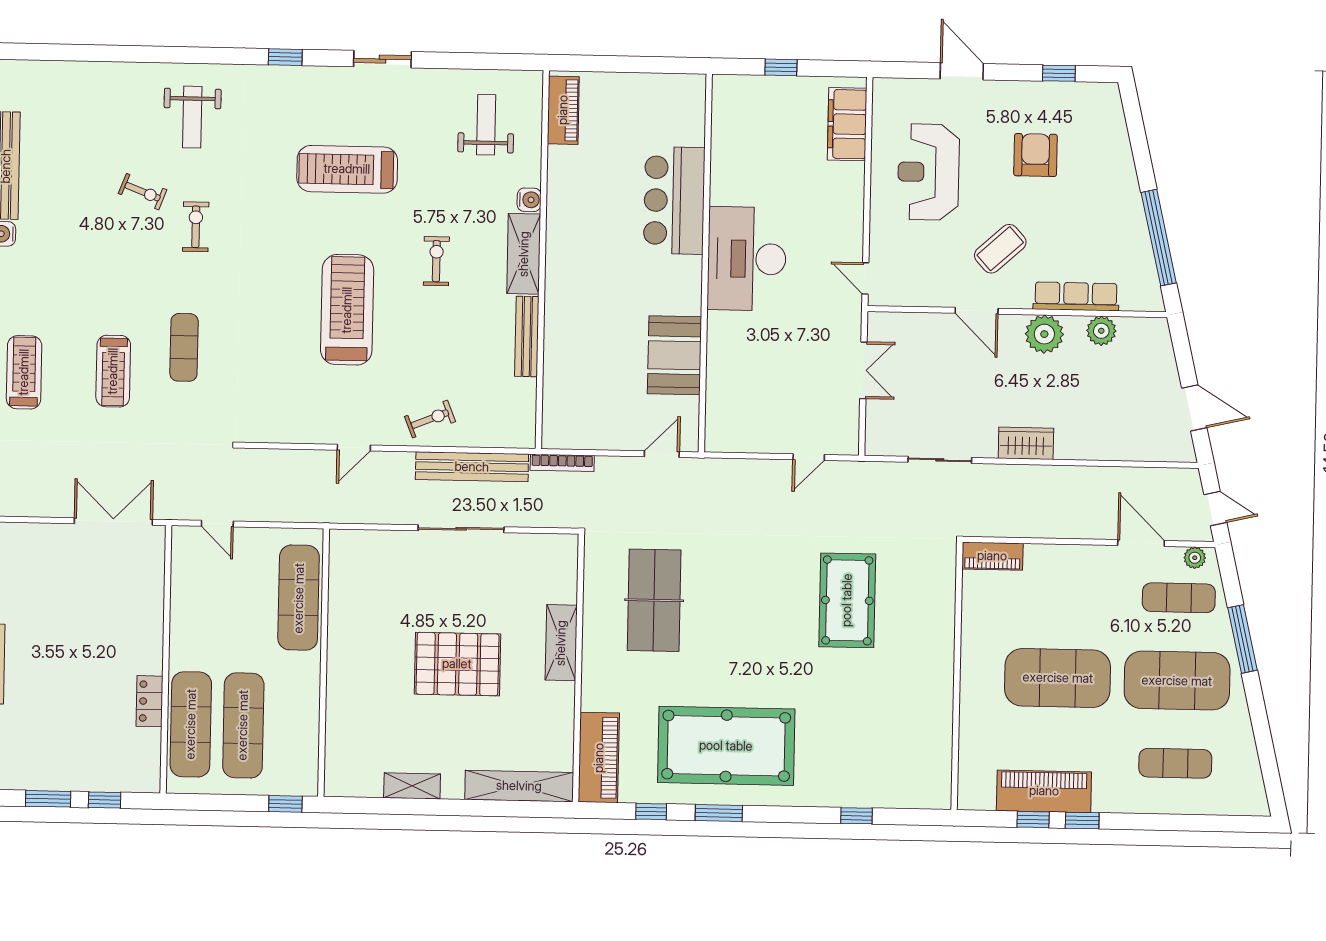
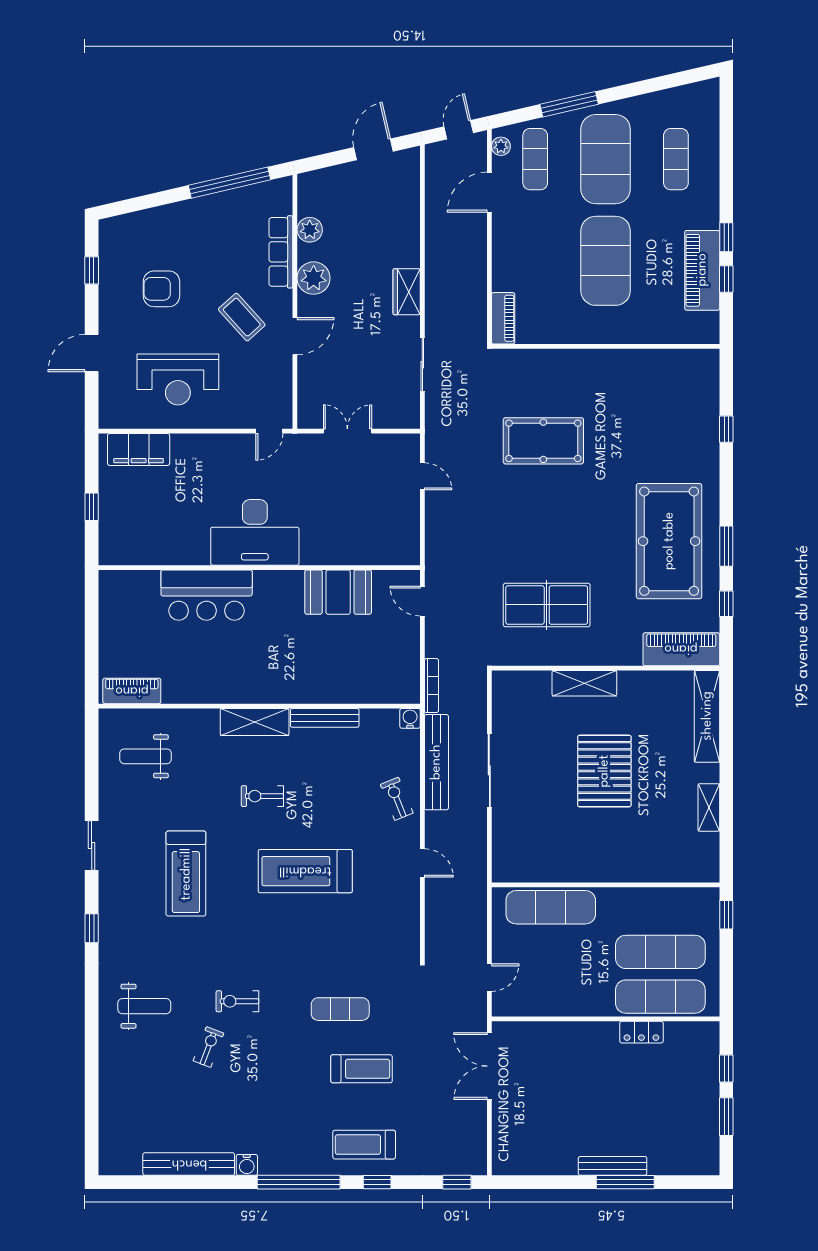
water cooler: (529, 200) -> (410, 718), moved

